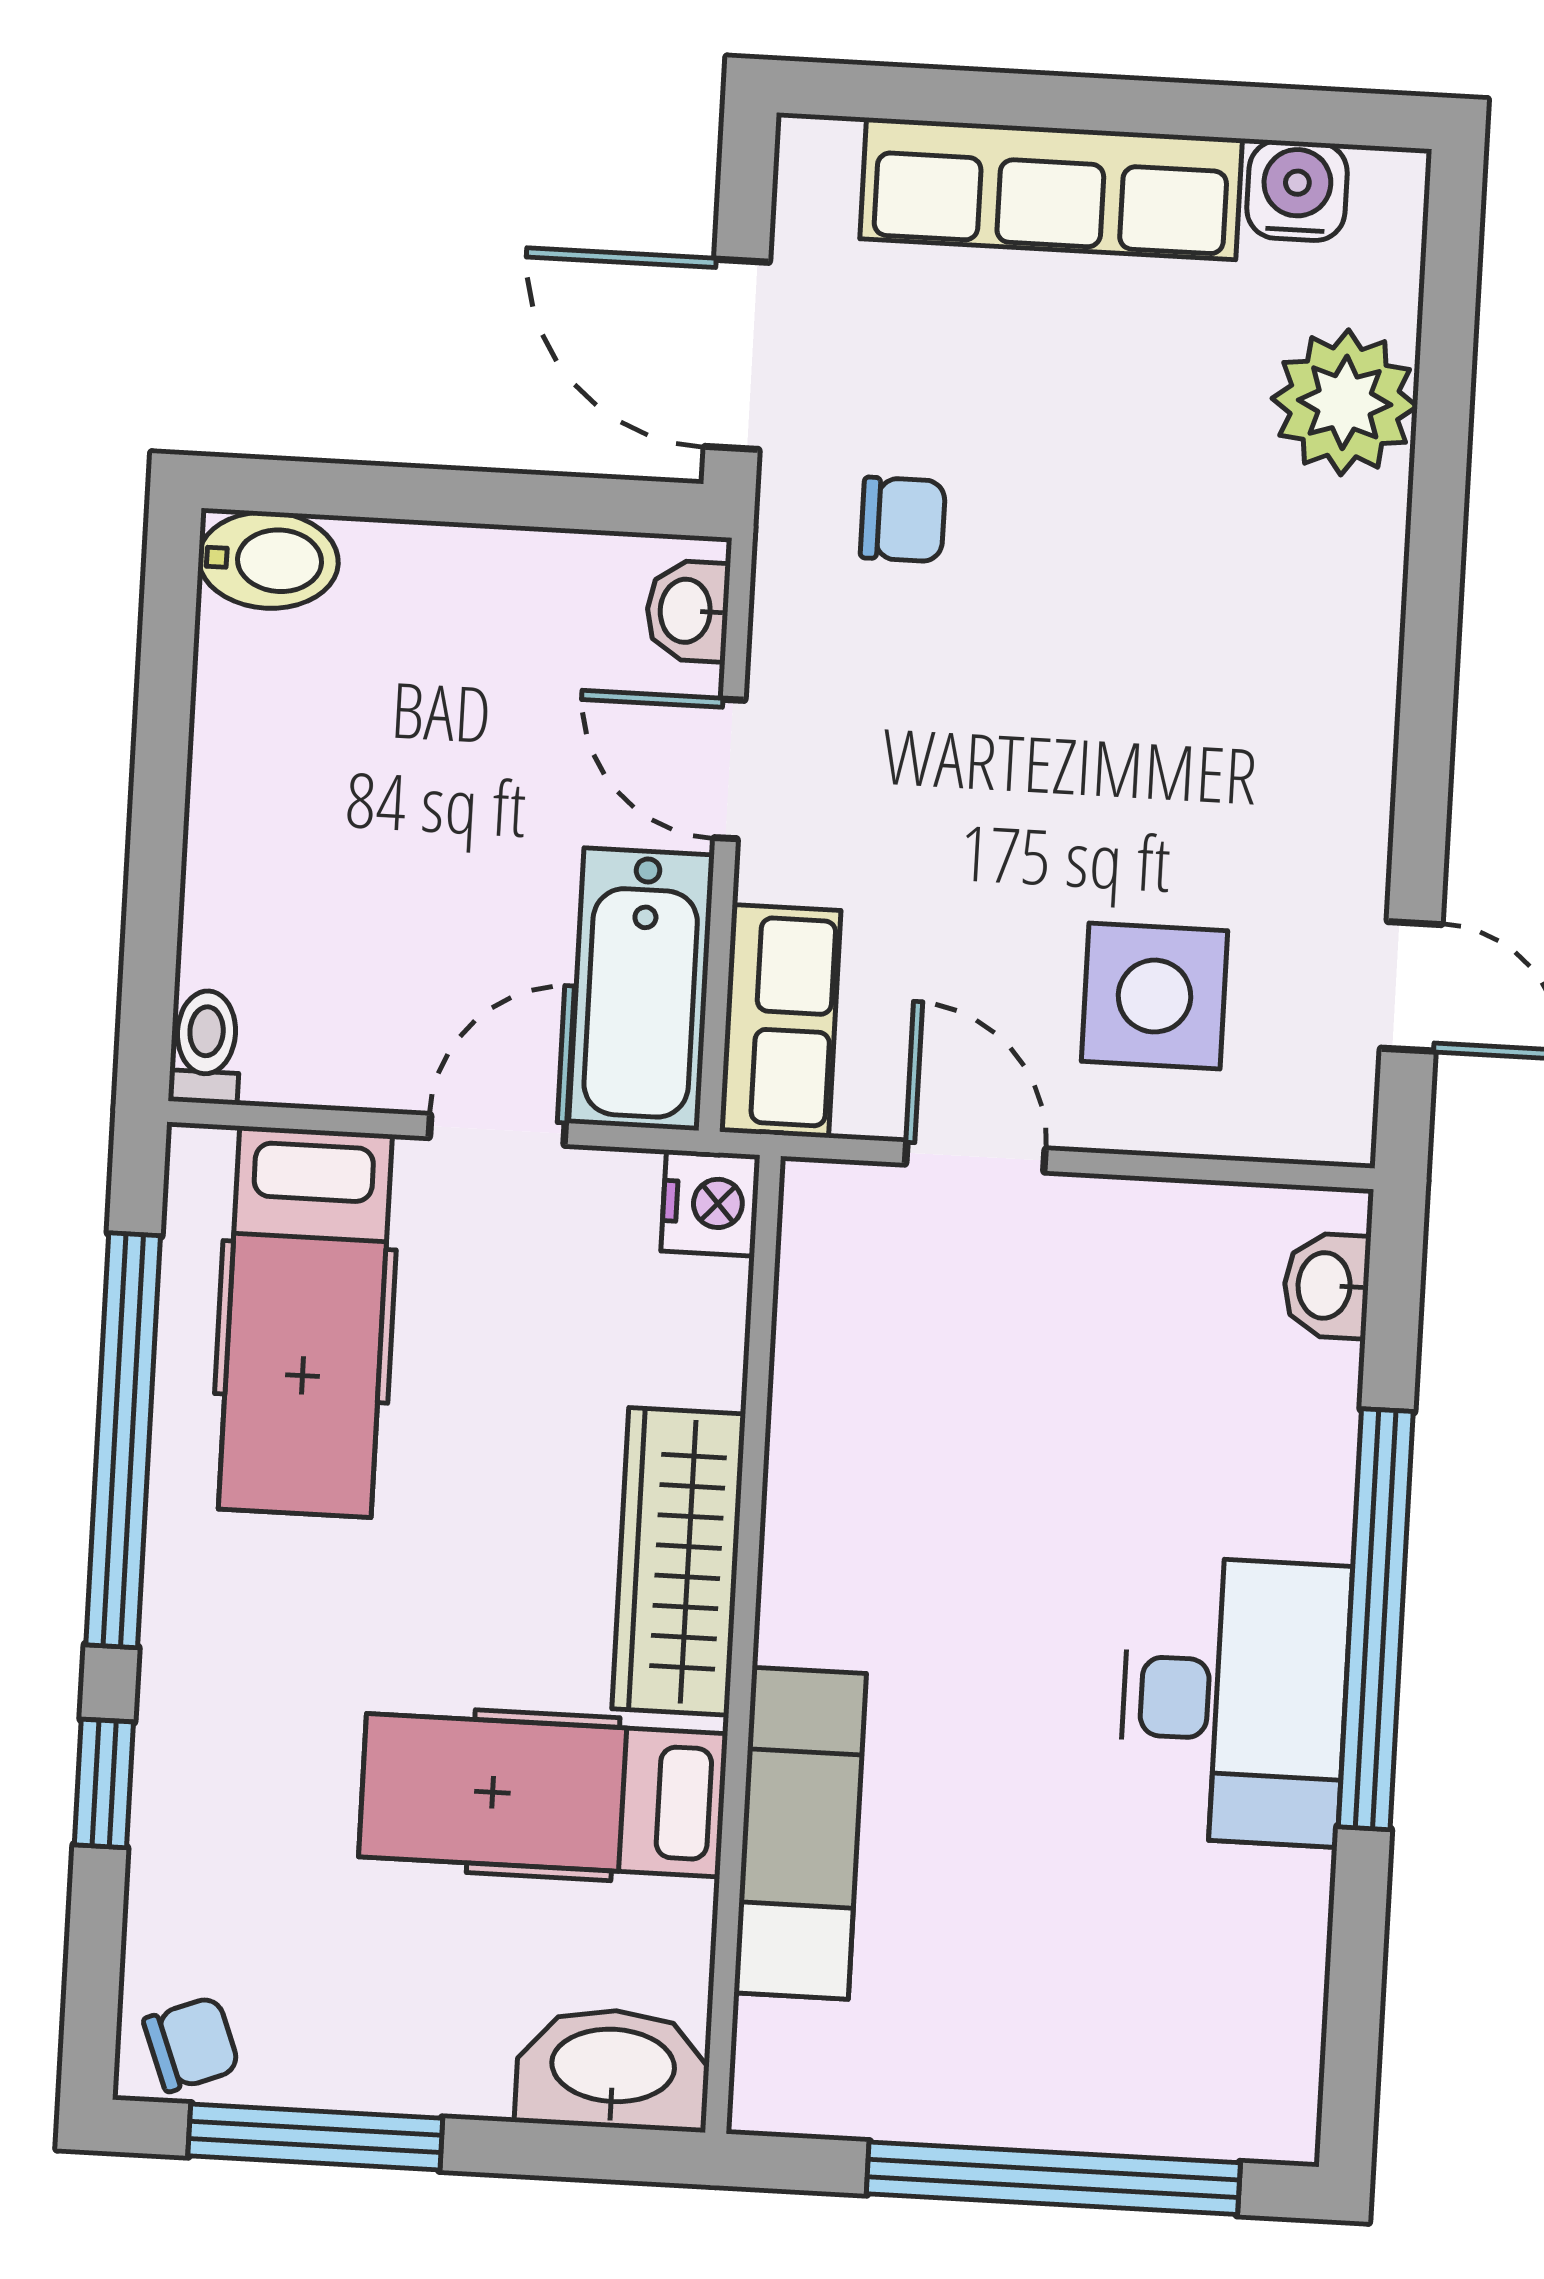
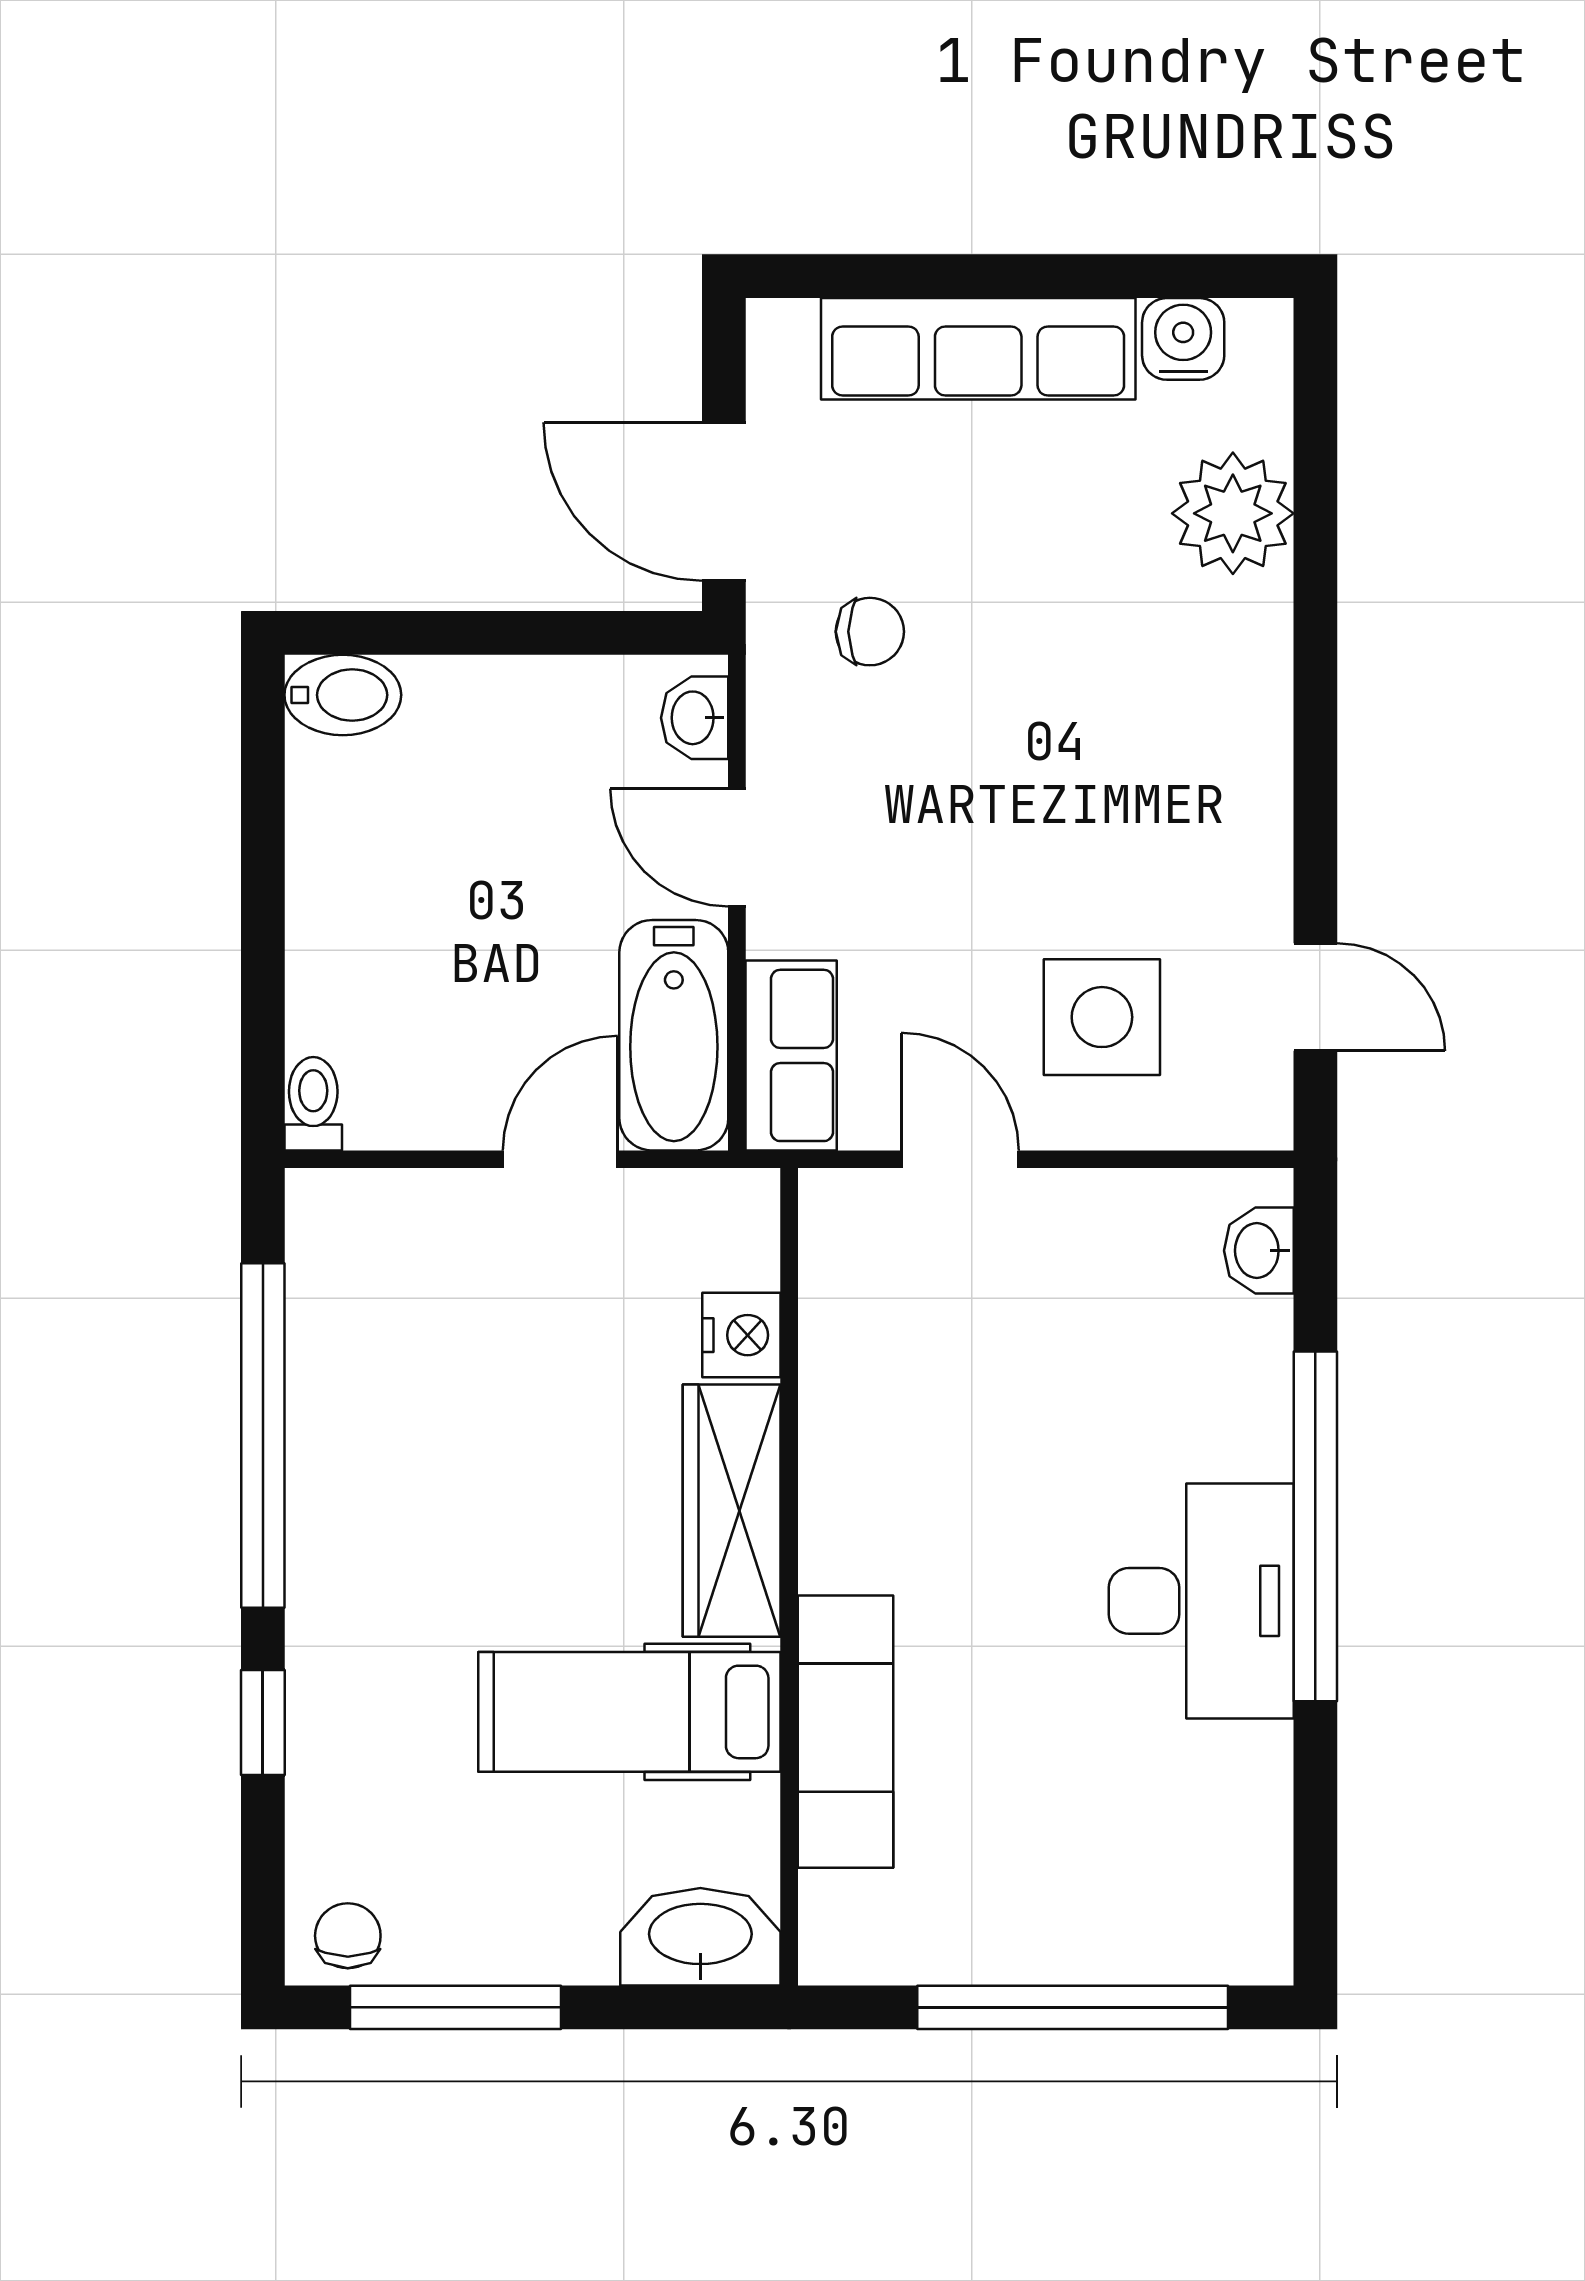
nightstand: (710, 1203) -> (741, 1335), moved
hospital bed: (305, 1322) -> (409, 1328), removed
chair: (191, 2044) -> (348, 1936), turned -69

